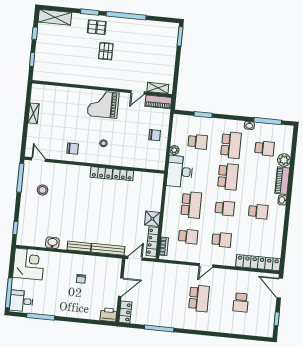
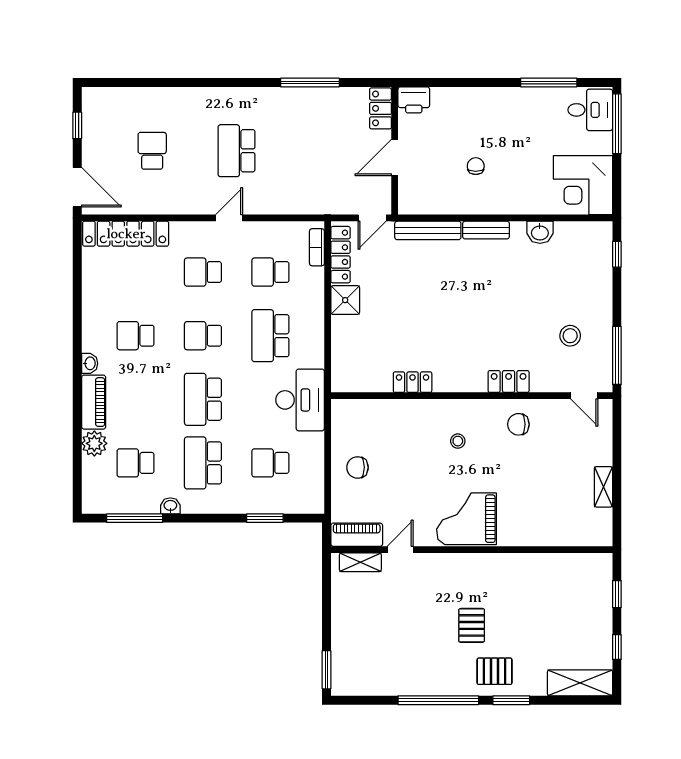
grand piano: (103, 104) -> (466, 519), turned 180
plant: (174, 150) -> (315, 442), removed
locker: (101, 173) -> (509, 381), moved

